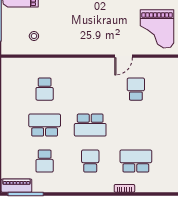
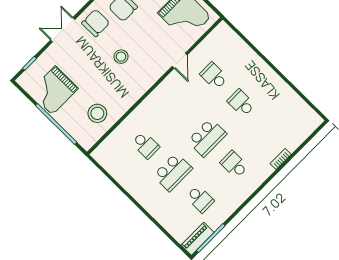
stool: (87, 14) -> (121, 57), added
stool: (34, 36) -> (97, 113), width x1.89, depth x1.89
school desk: (45, 125) -> (173, 172), turned 180
school desk: (136, 161) -> (241, 103), moved, width x0.54

